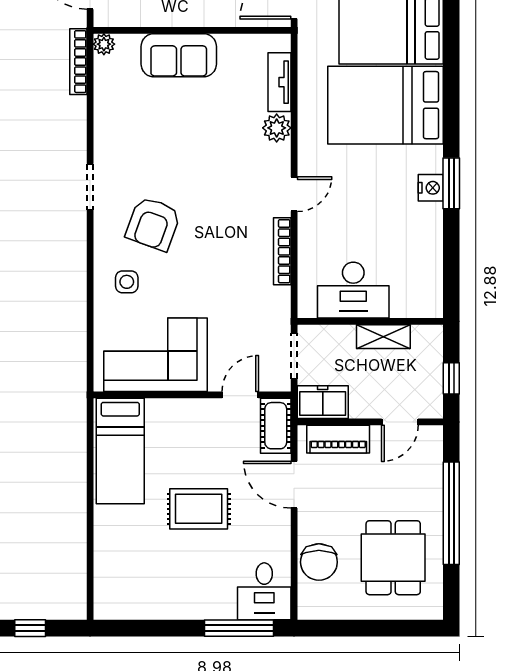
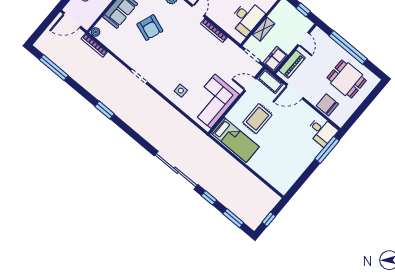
armchair: (153, 224) -> (150, 28), moved
shelving: (383, 337) -> (263, 29), moved
door: (240, 395) -> (250, 84), hinge flipped
rug: (199, 509) -> (257, 119), moved
chair: (319, 562) -> (327, 105), turned 180

